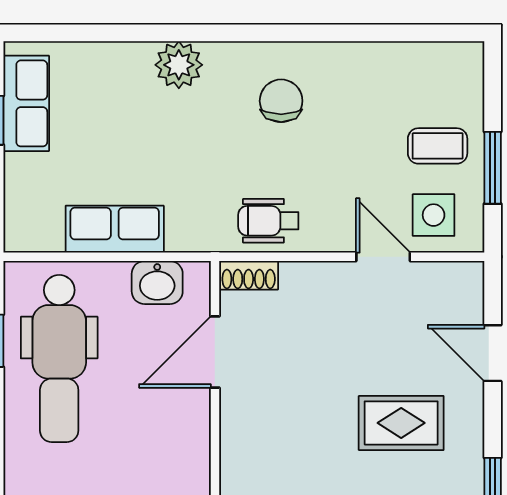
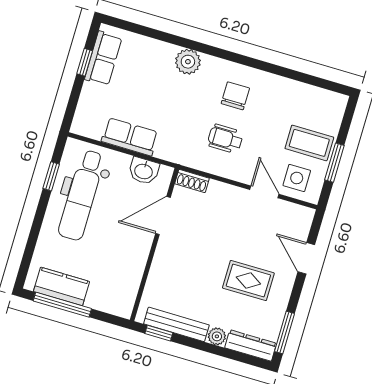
coffee table: (438, 146) -> (309, 143), width x1.36, depth x1.30
wheelchair: (268, 221) -> (225, 139), moved

